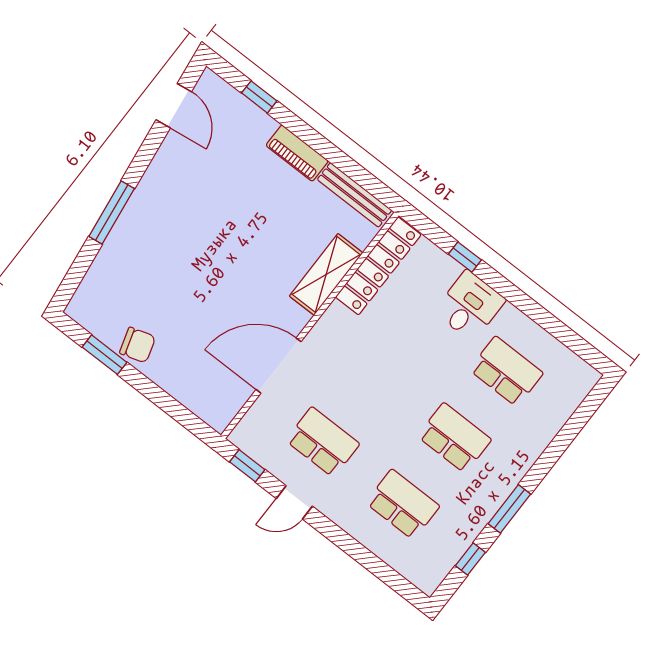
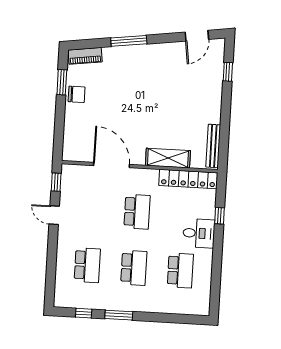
piano: (297, 153) -> (85, 56), moved, turned -98
chair: (138, 345) -> (77, 94), turned -73
school desk: (323, 442) -> (137, 212), moved

